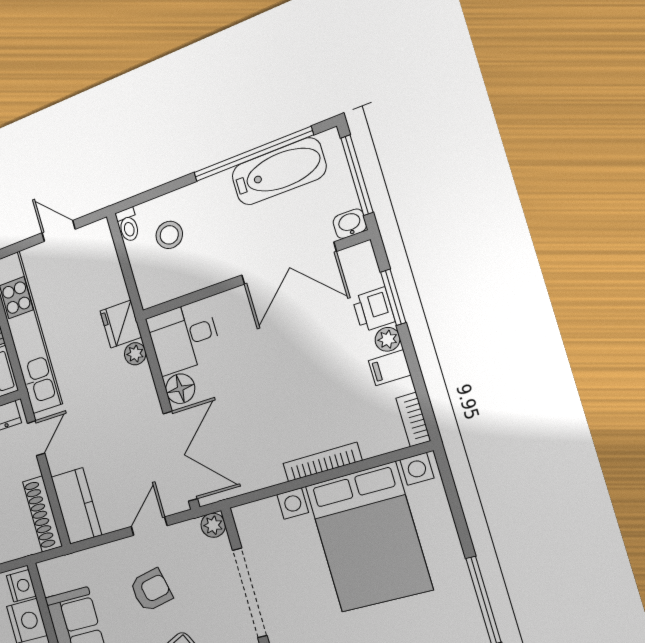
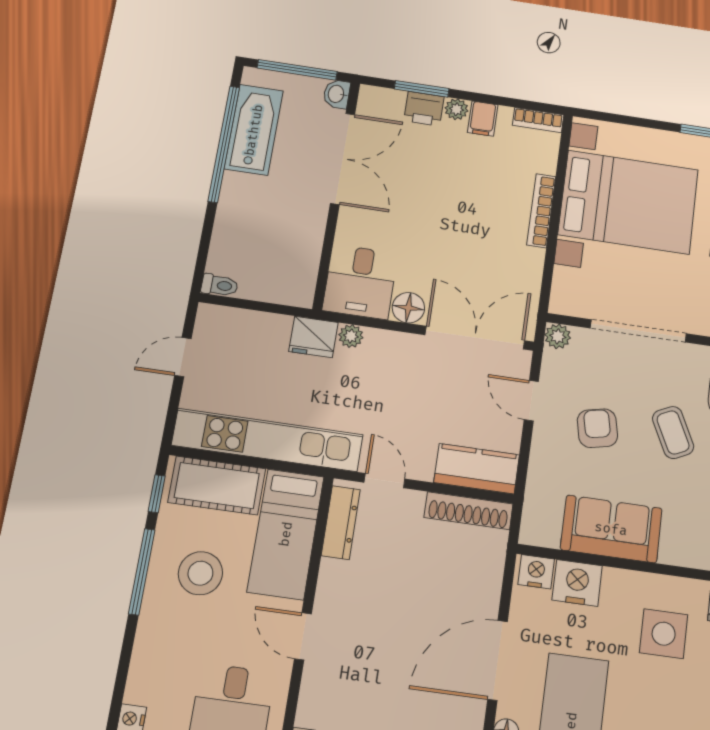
stool: (169, 235) -> (253, 251), removed

